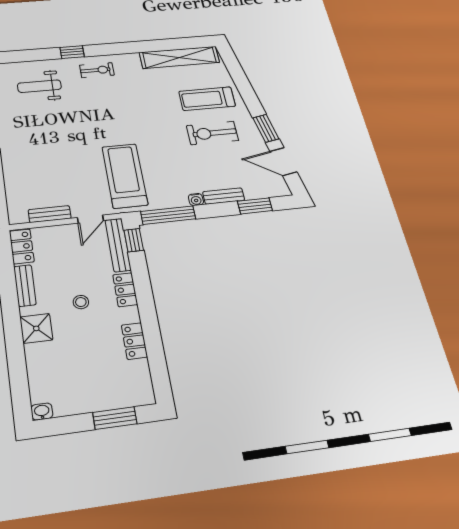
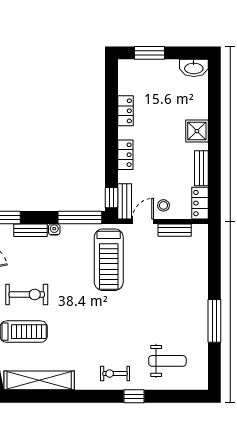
bench: (118, 245) -> (125, 201), width x0.73
stool: (81, 302) -> (164, 205), moved
washbasin: (42, 412) -> (194, 68), width x1.91, depth x1.45

